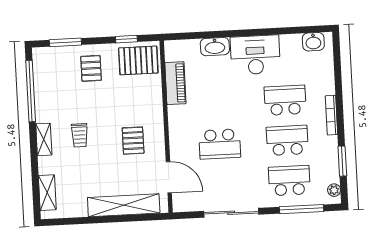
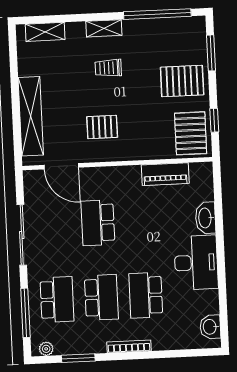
pallet: (91, 68) -> (182, 81), width x1.50, depth x1.42
school desk: (285, 100) -> (146, 295), turned 180
door: (169, 177) -> (61, 166), hinge flipped

